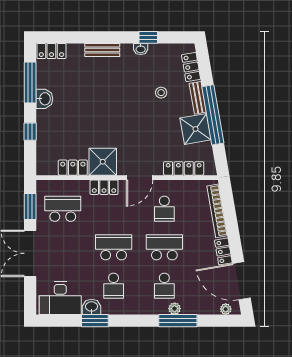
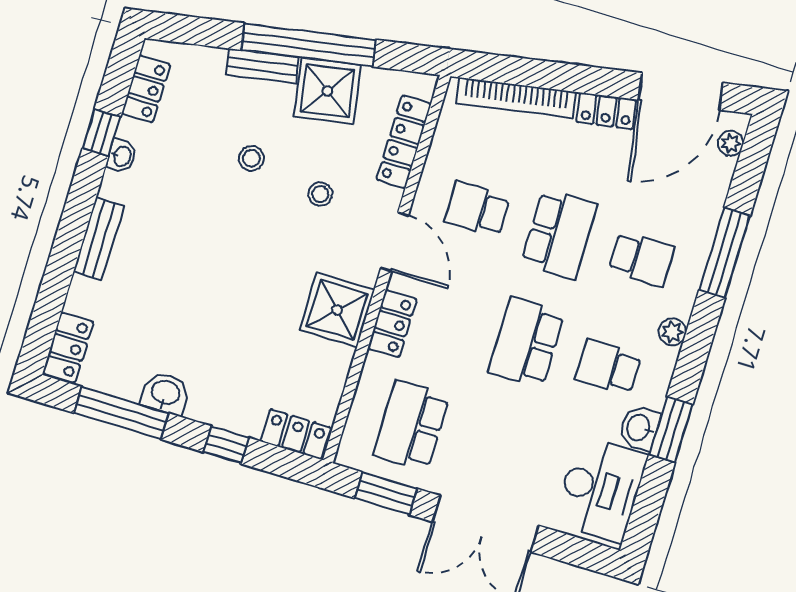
locker: (191, 67) -> (146, 89), moved, turned -80
stool: (161, 93) -> (251, 158), moved
stool: (150, 139) -> (320, 194), added
locker: (73, 168) -> (296, 434), moved, turned 90
school desk: (164, 209) -> (477, 209), turned 180
school desk: (164, 247) -> (559, 234), turned 180
school desk: (114, 286) -> (608, 367), turned 180
plant: (175, 309) -> (672, 332), moved

